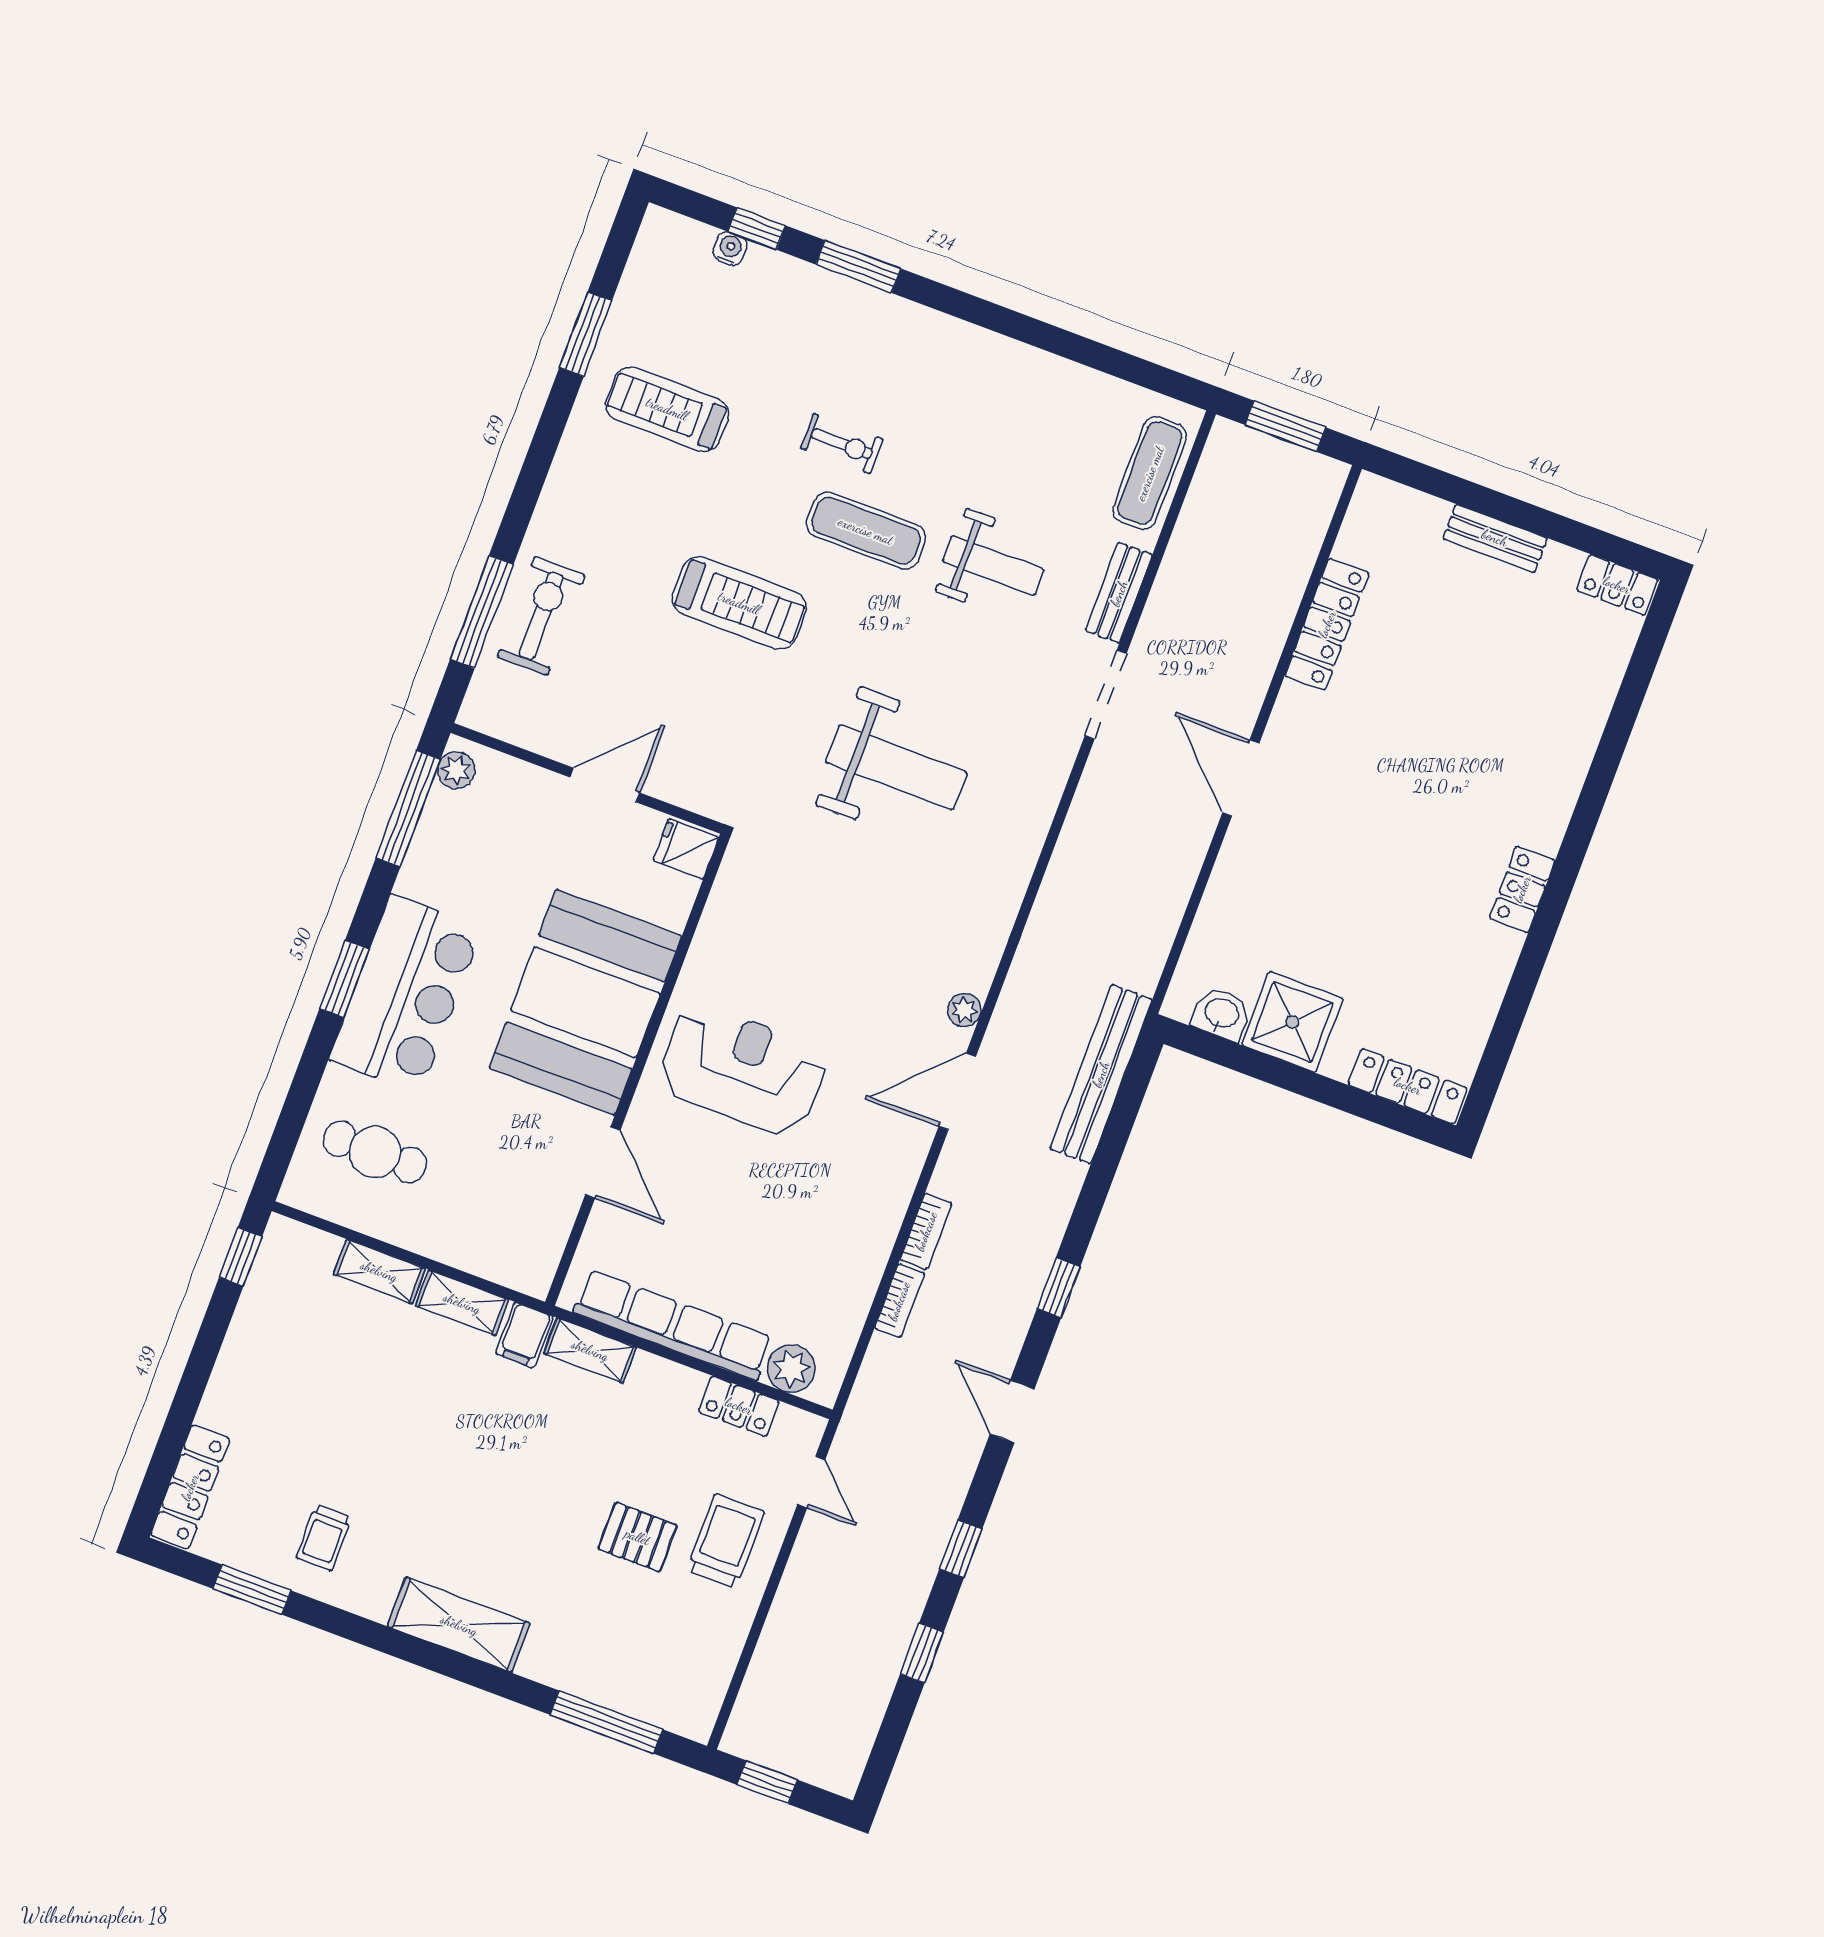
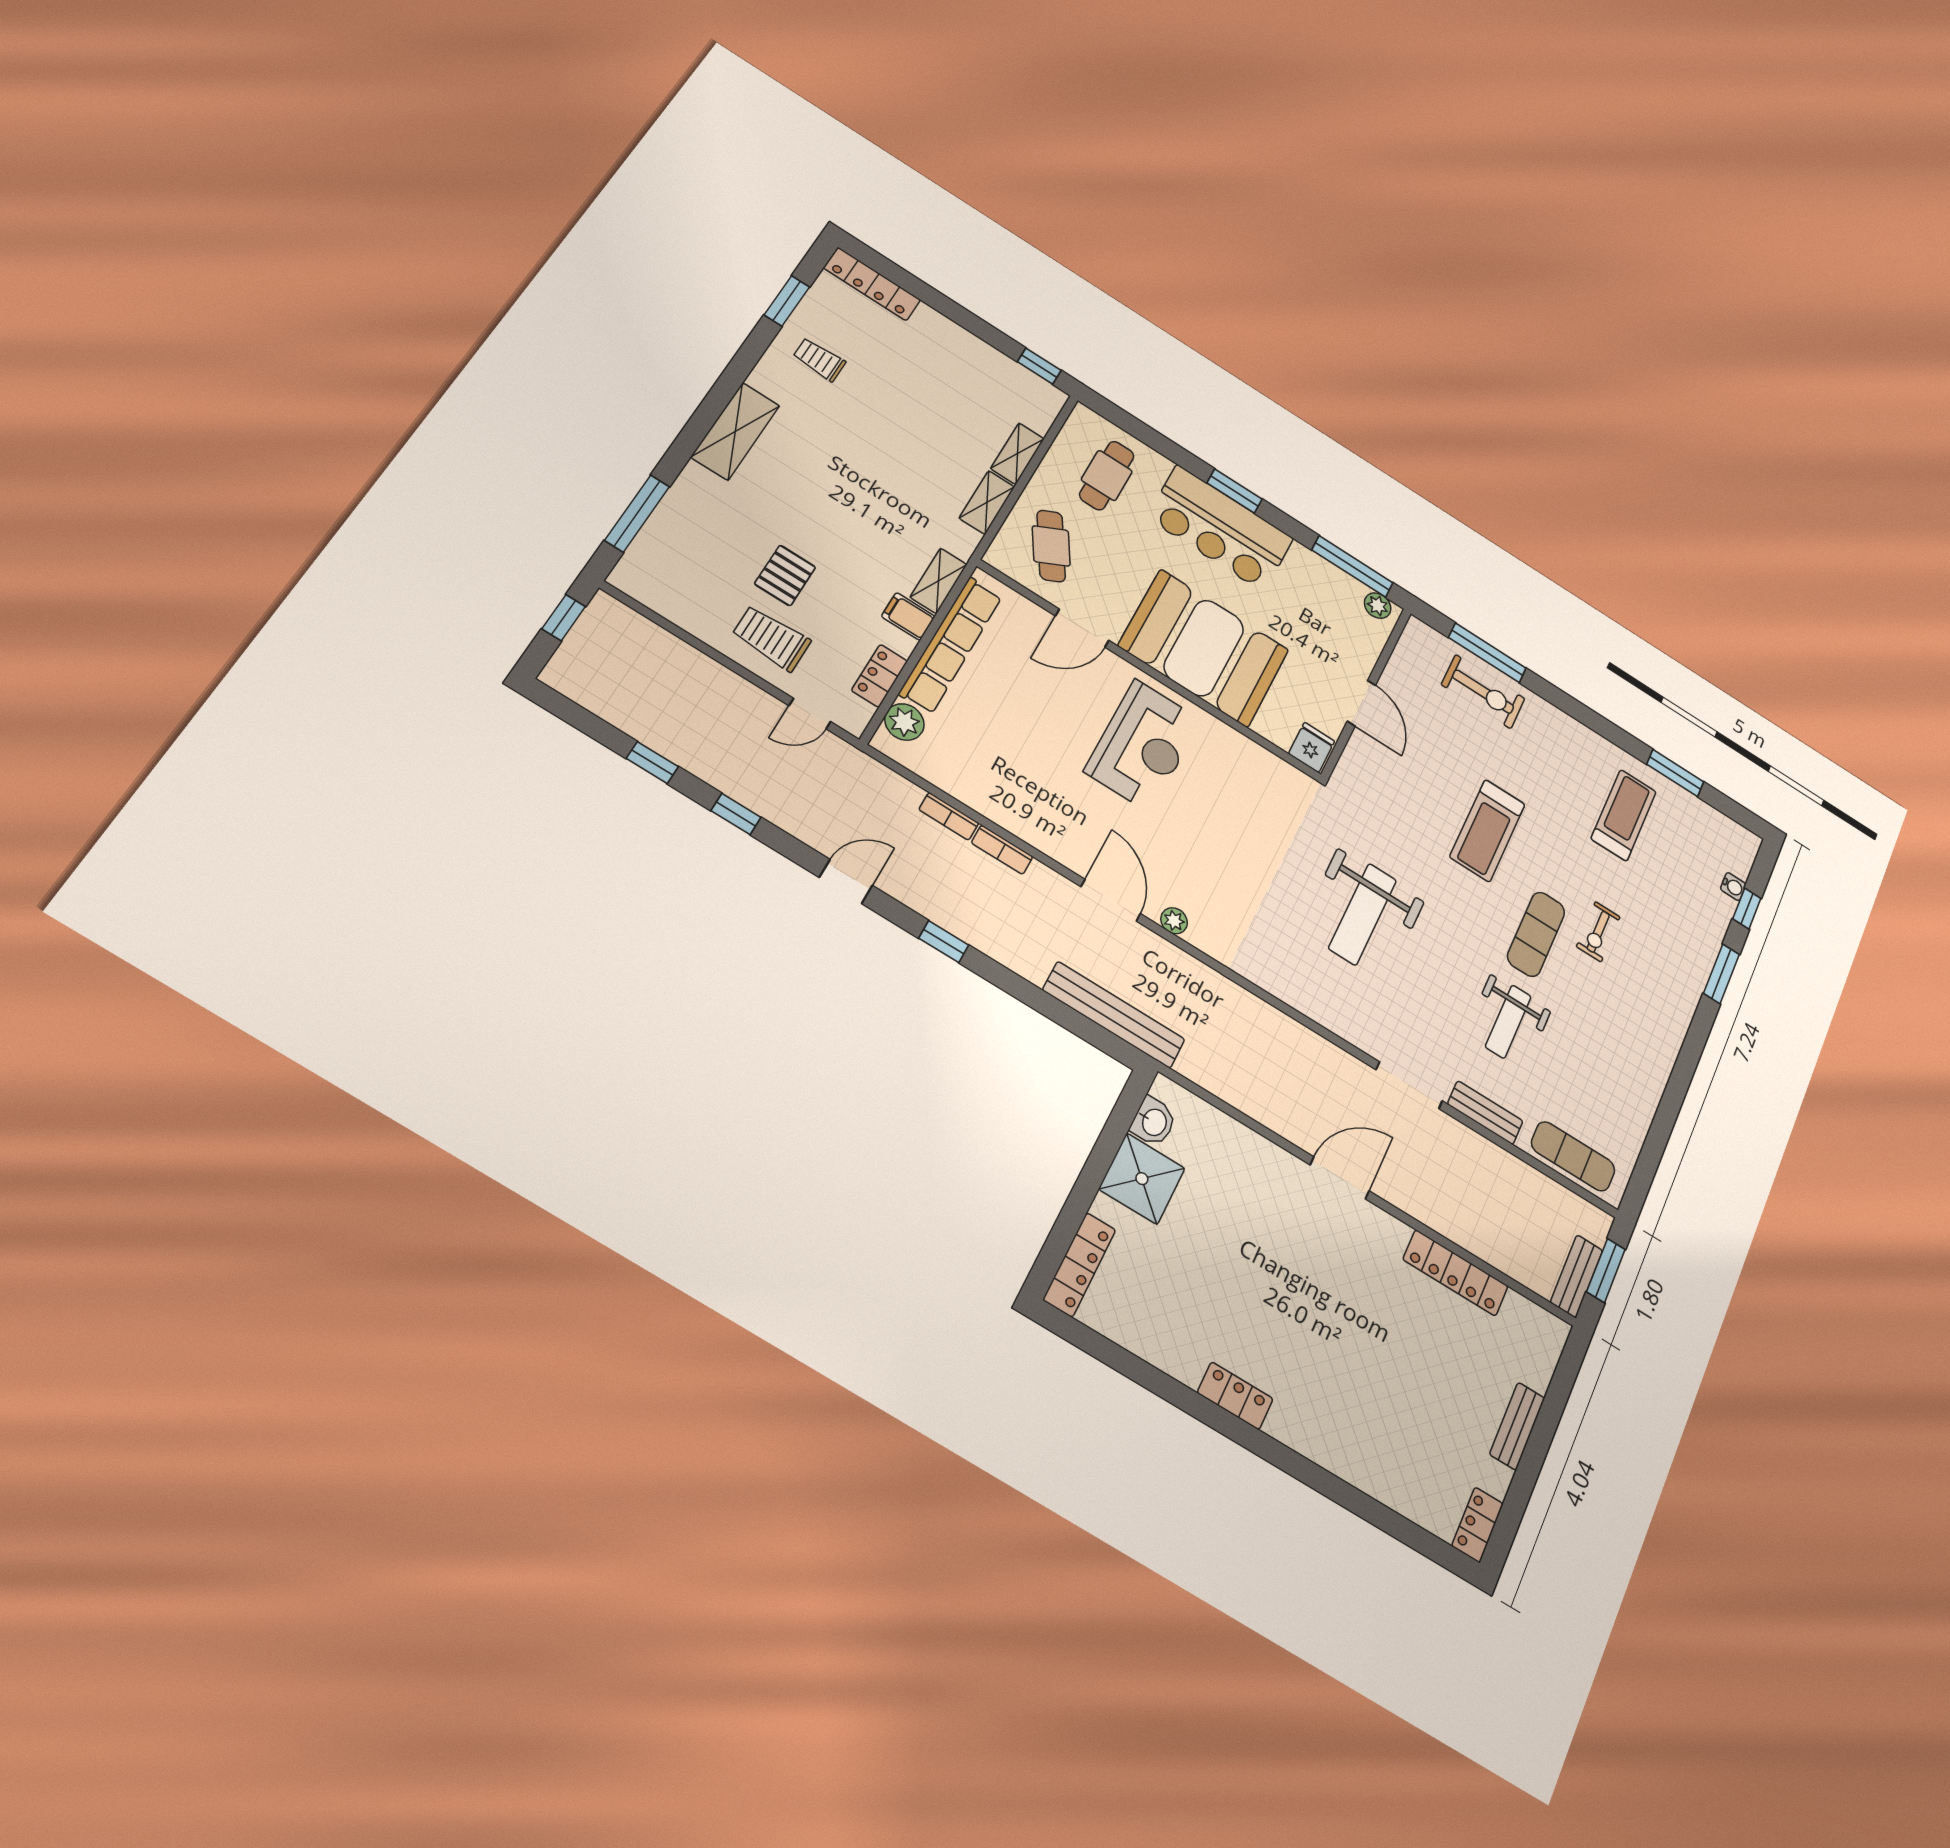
bench: (1300, 465) -> (1577, 1276), added
cafe table: (499, 1214) -> (1051, 546), added
filing cabinet: (525, 1335) -> (908, 616), moved
trolley: (725, 1541) -> (772, 638), turned 180

